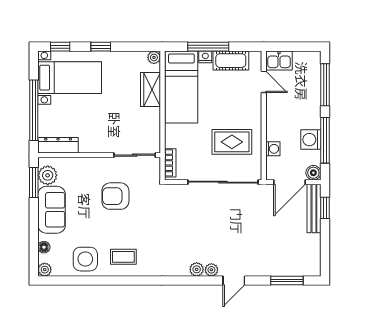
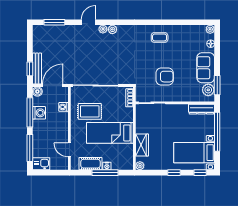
kitchen sink: (279, 60) -> (41, 164), moved
bed: (181, 87) -> (110, 133), moved, turned -90
side table: (85, 259) -> (184, 36), removed

